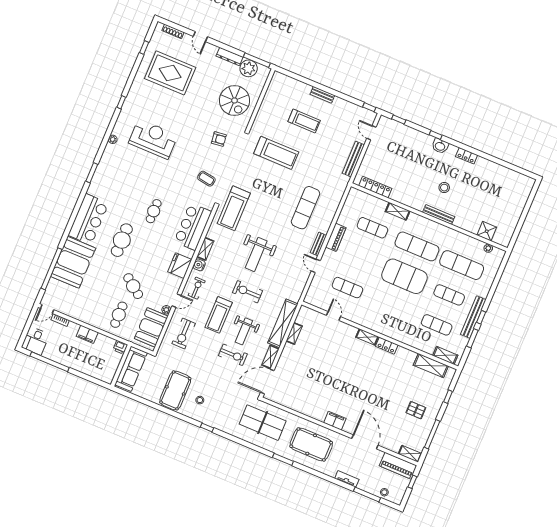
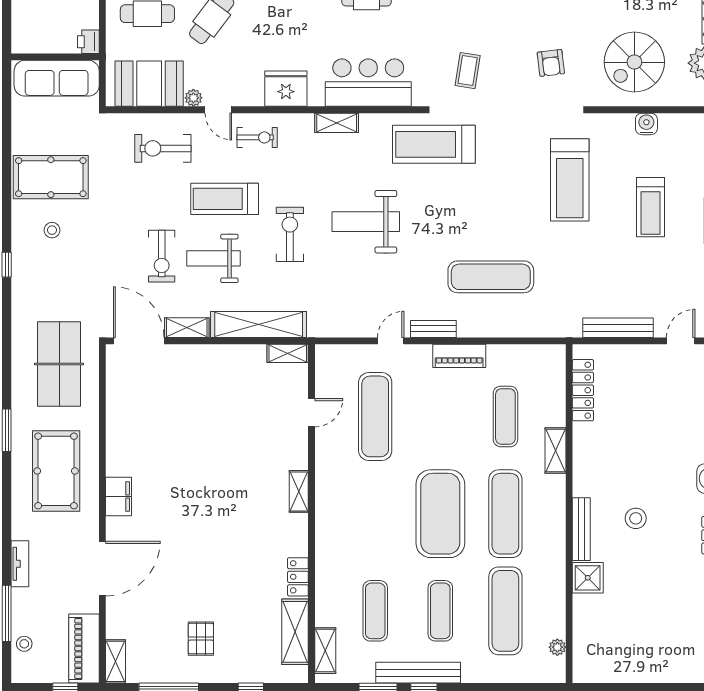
shower: (487, 231) -> (588, 578), moved
water cooler: (199, 265) -> (646, 124), moved
exercise mat: (347, 288) -> (375, 416), width x1.36, depth x1.45
shelving: (294, 334) -> (288, 353), moved
locker: (387, 346) -> (298, 577), moved

